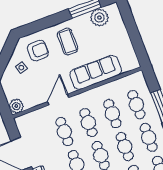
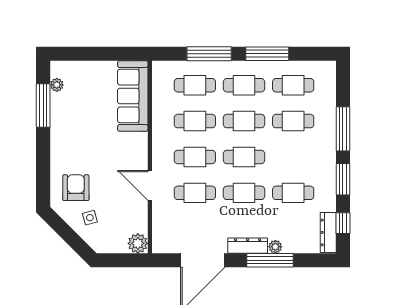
plant: (99, 18) -> (57, 85), width x0.53, depth x0.53
coffee table: (68, 42) -> (78, 144), removed
sofa: (96, 72) -> (133, 96), moved

